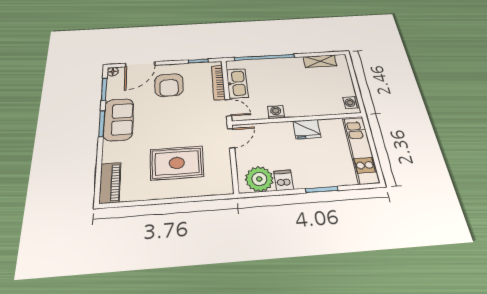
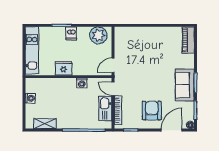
washing machine: (351, 103) -> (30, 98), moved
rug: (177, 163) -> (148, 50), removed
dishwasher: (284, 180) -> (71, 33), moved

